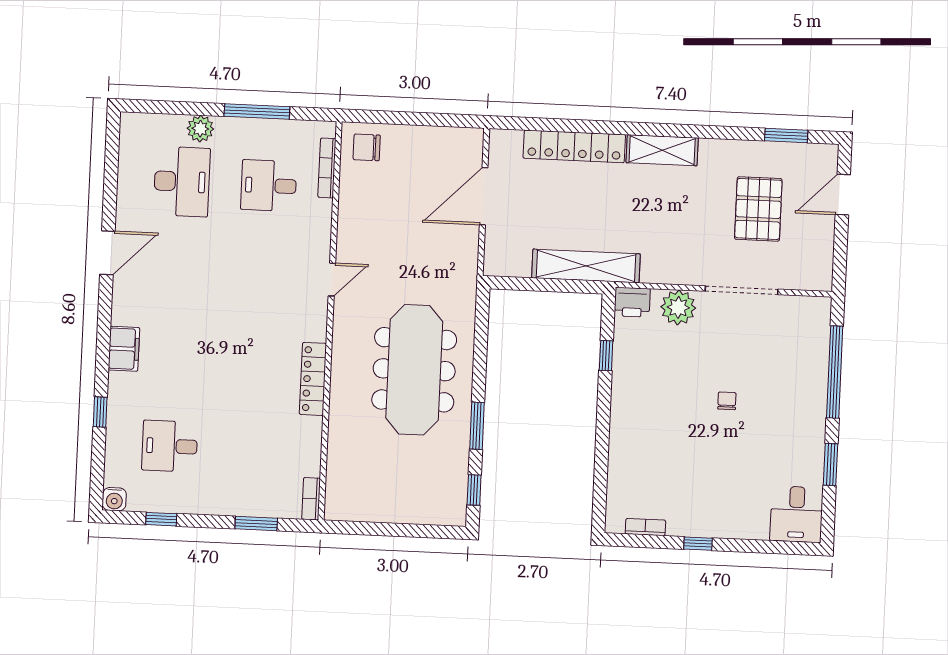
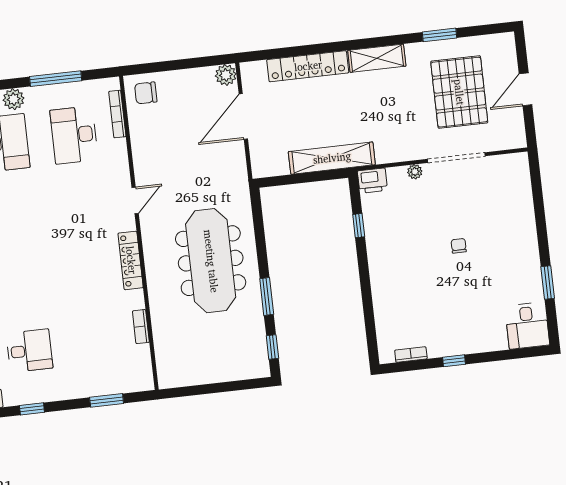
window: (786, 136) -> (440, 35), moved
plant: (470, 141) -> (226, 75), added
desk: (269, 186) -> (74, 135), width x1.37
door: (843, 195) -> (526, 89), moved
pallet: (758, 209) -> (459, 92), width x1.37, depth x1.41
plant: (678, 307) -> (415, 172), width x0.53, depth x0.53
window: (835, 372) -> (539, 210), removed
locker: (313, 379) -> (131, 260), moved
desk: (170, 446) -> (29, 351), turned 180
bookcase: (311, 499) -> (141, 327), moved

